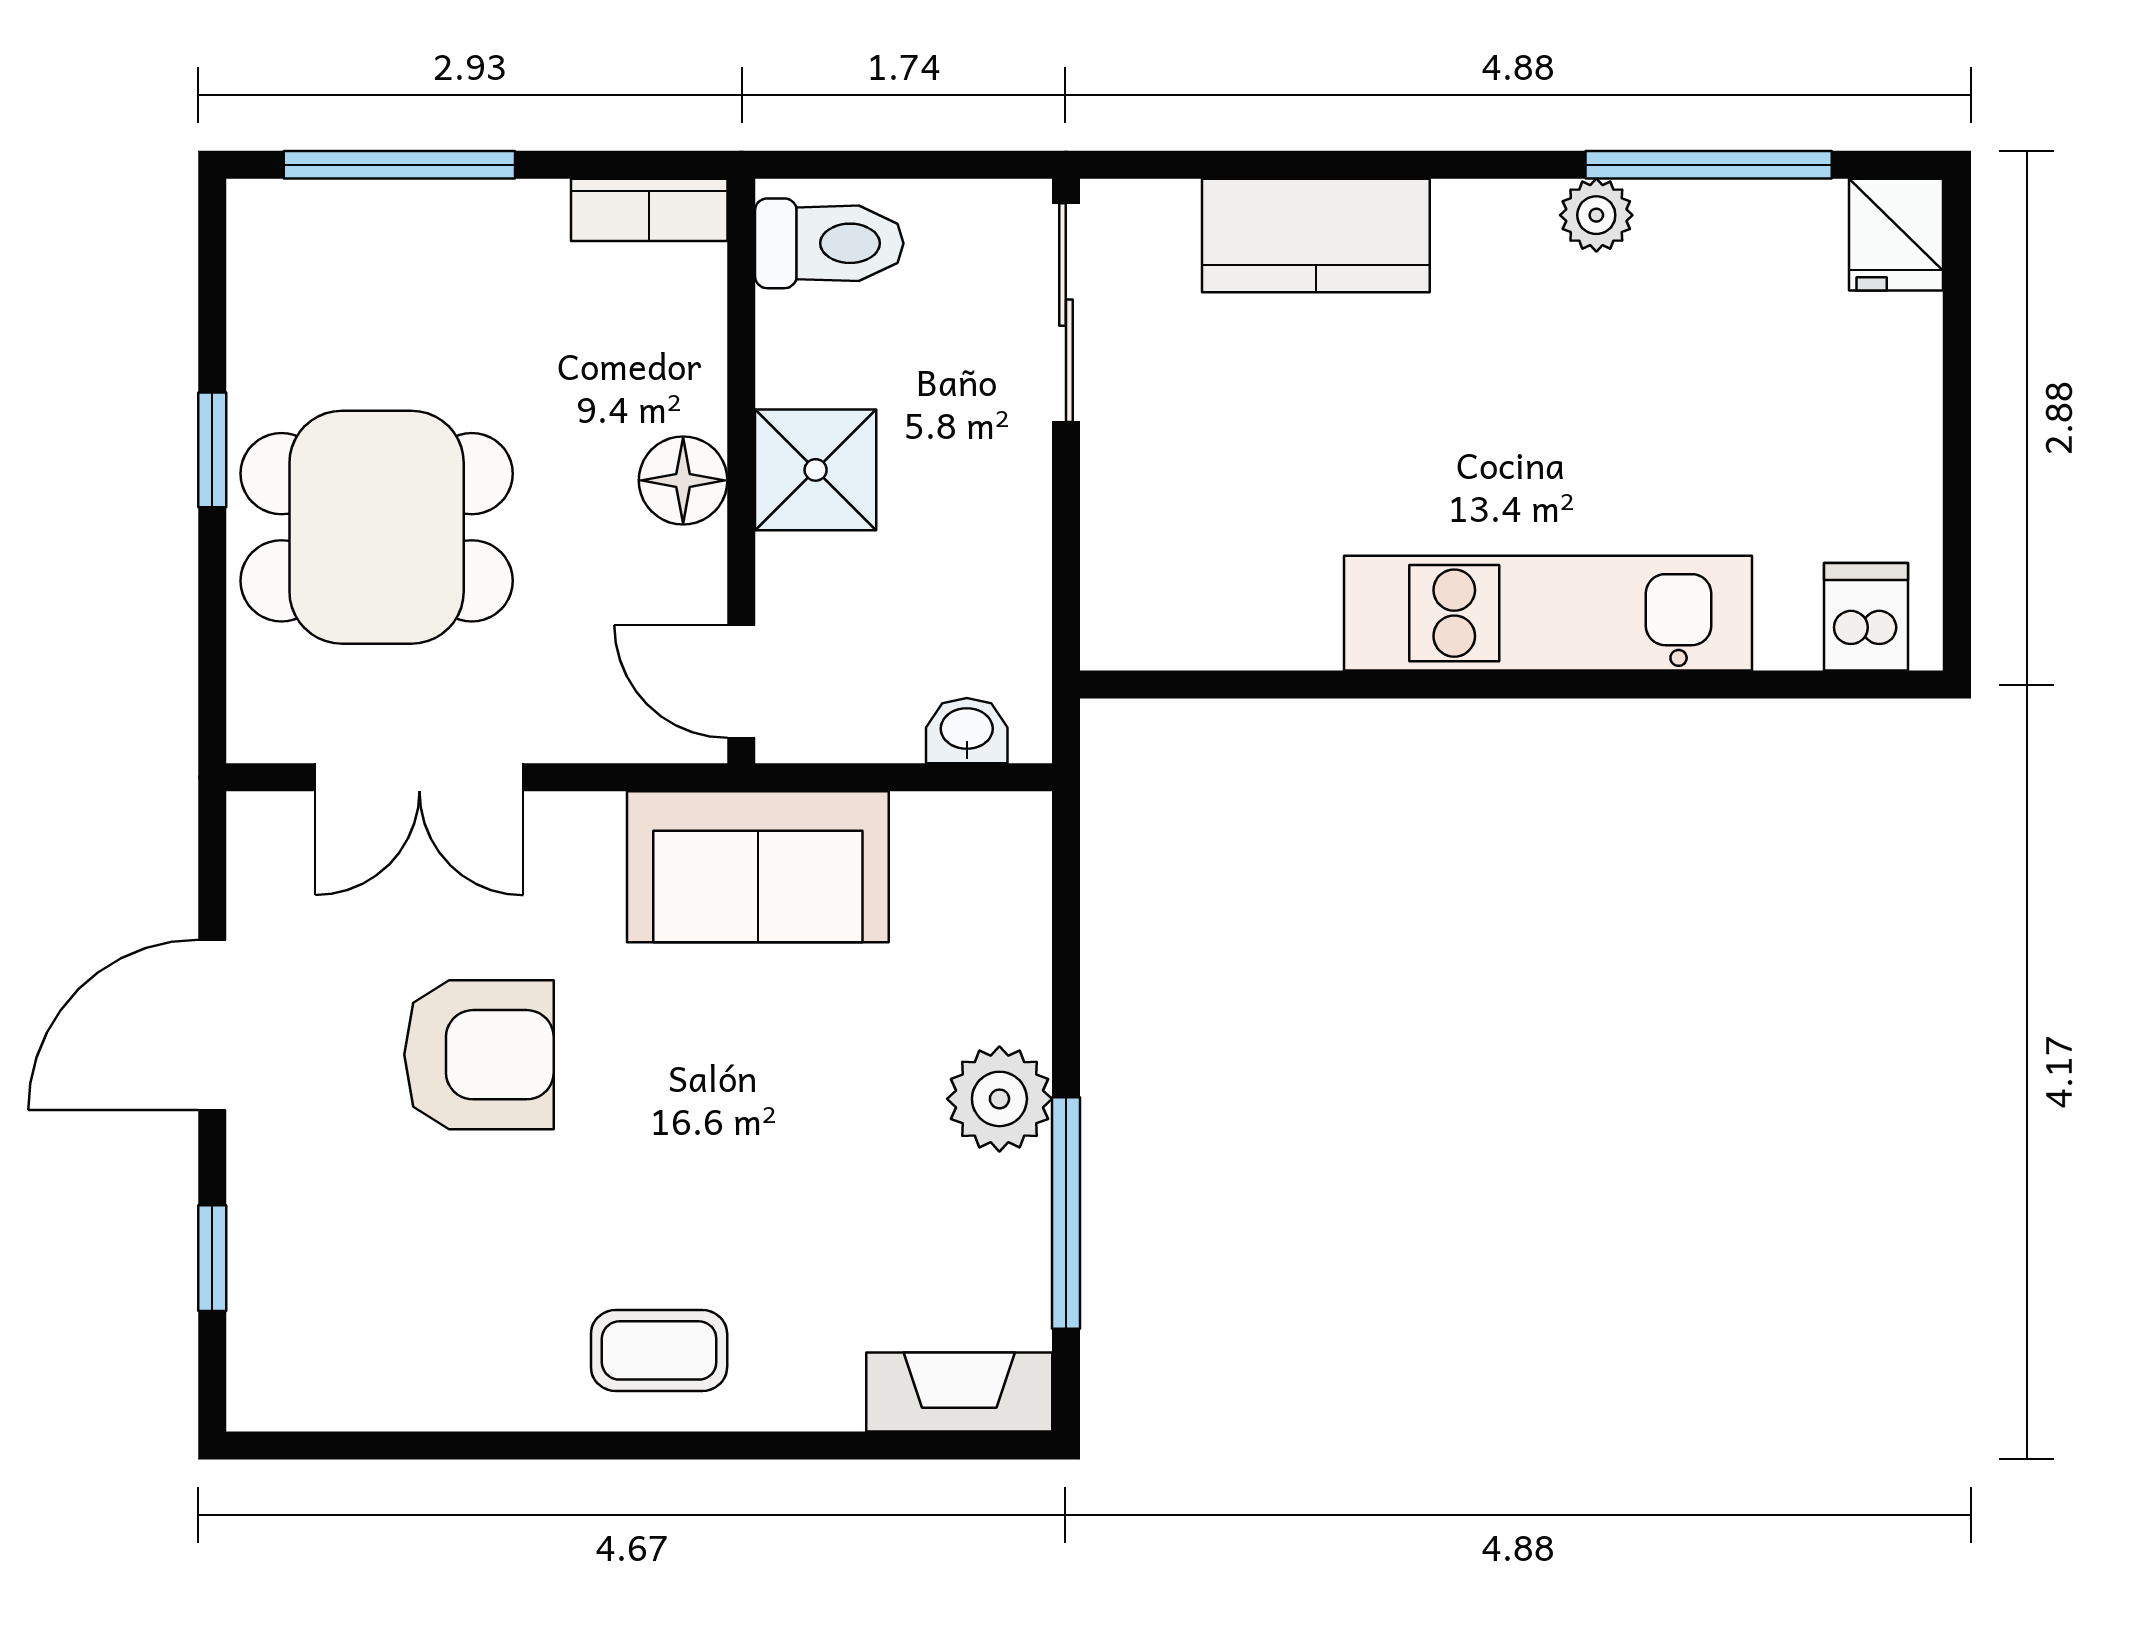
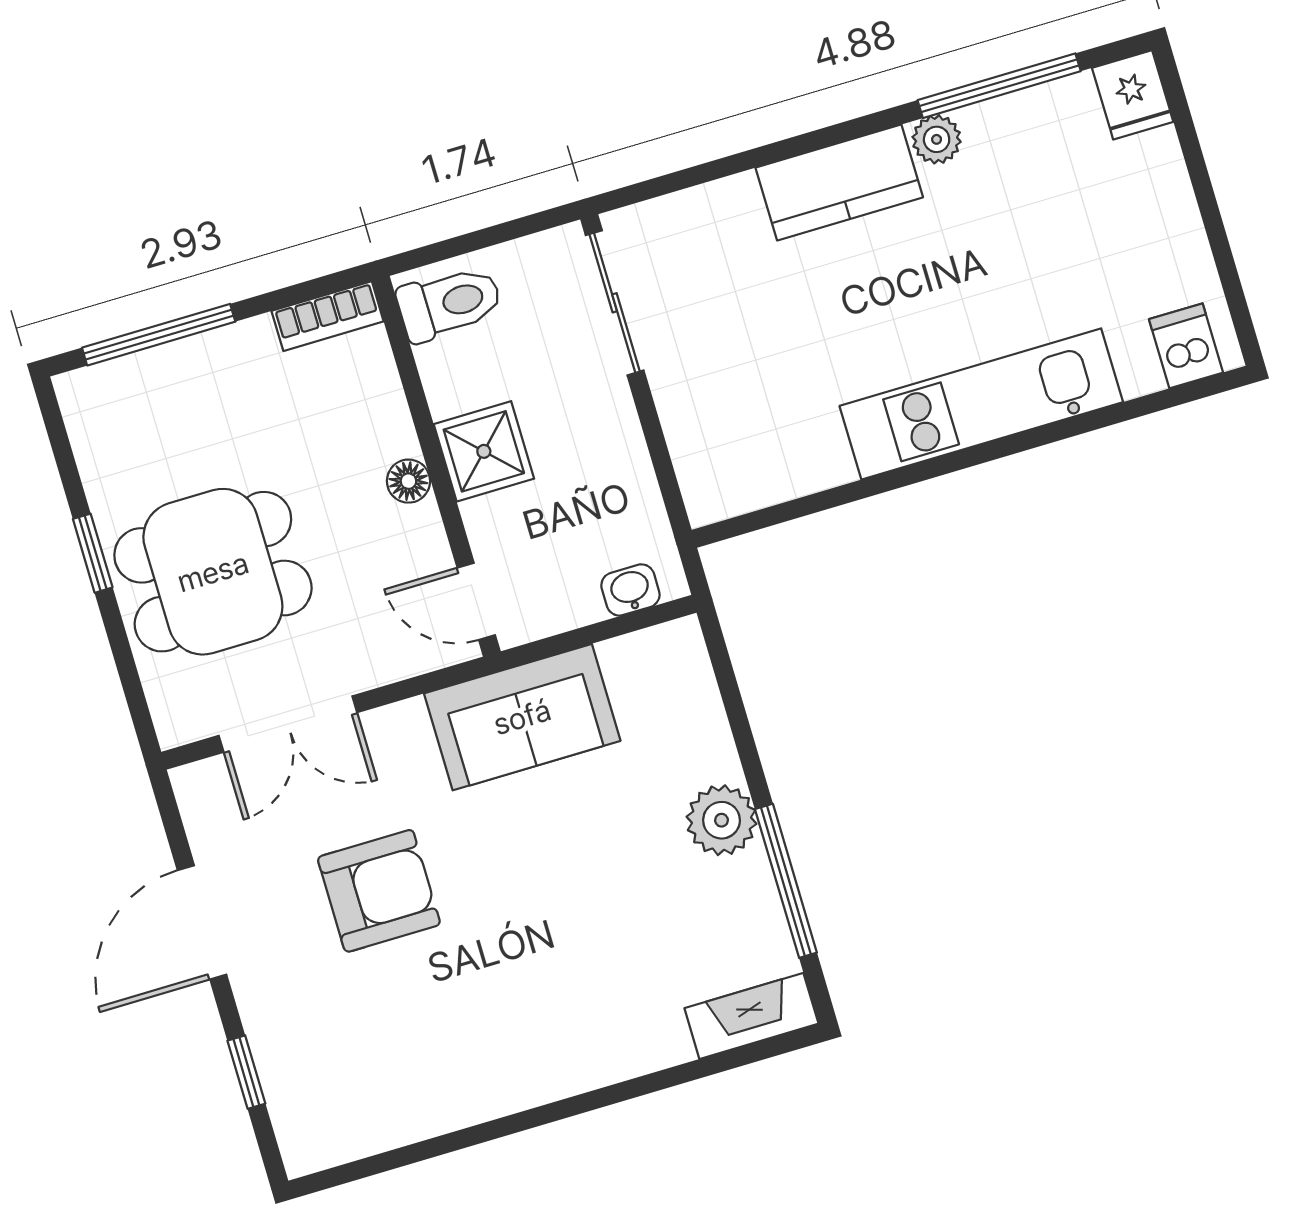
kitchen counter: (1316, 236) -> (839, 182), moved
floor lamp: (683, 480) -> (408, 481), width x0.73, depth x0.73
coffee table: (659, 1350) -> (551, 1046), removed

